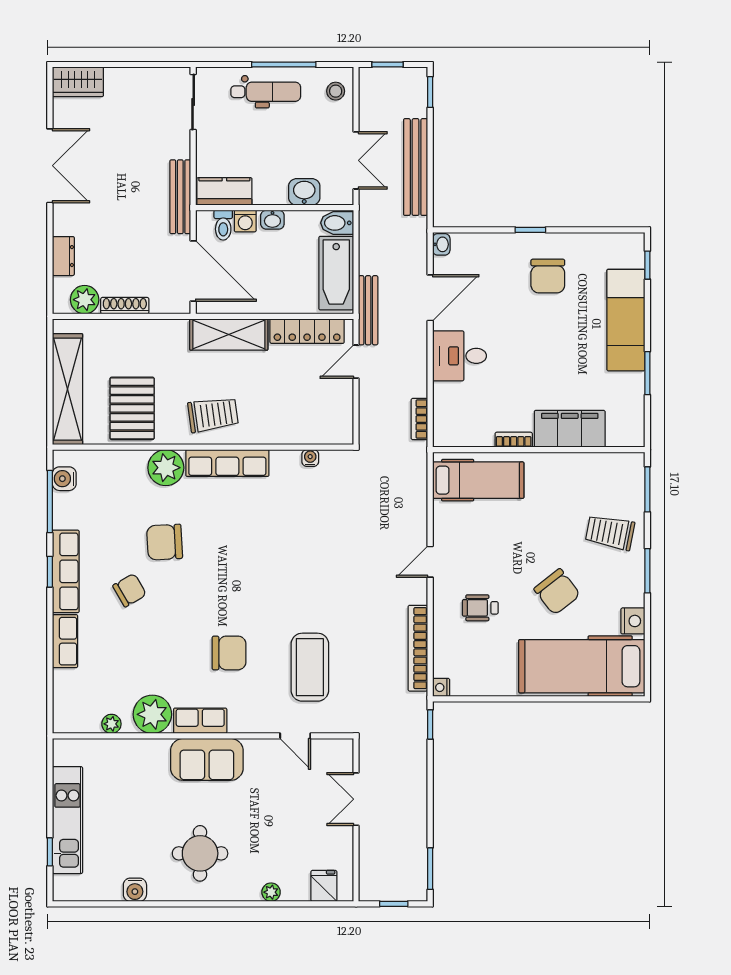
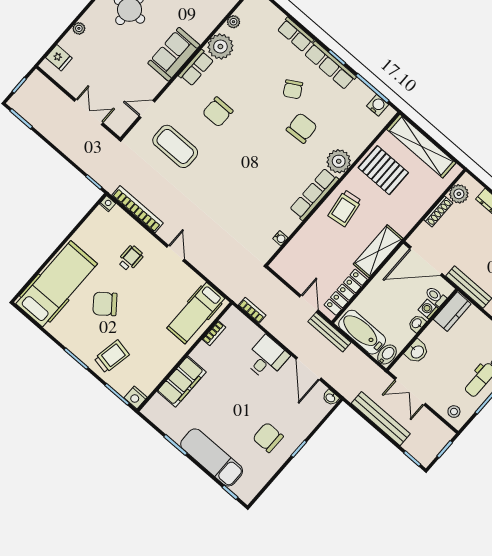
bookcase: (514, 440) -> (214, 333), moved
nightstand: (633, 621) -> (136, 398), moved

